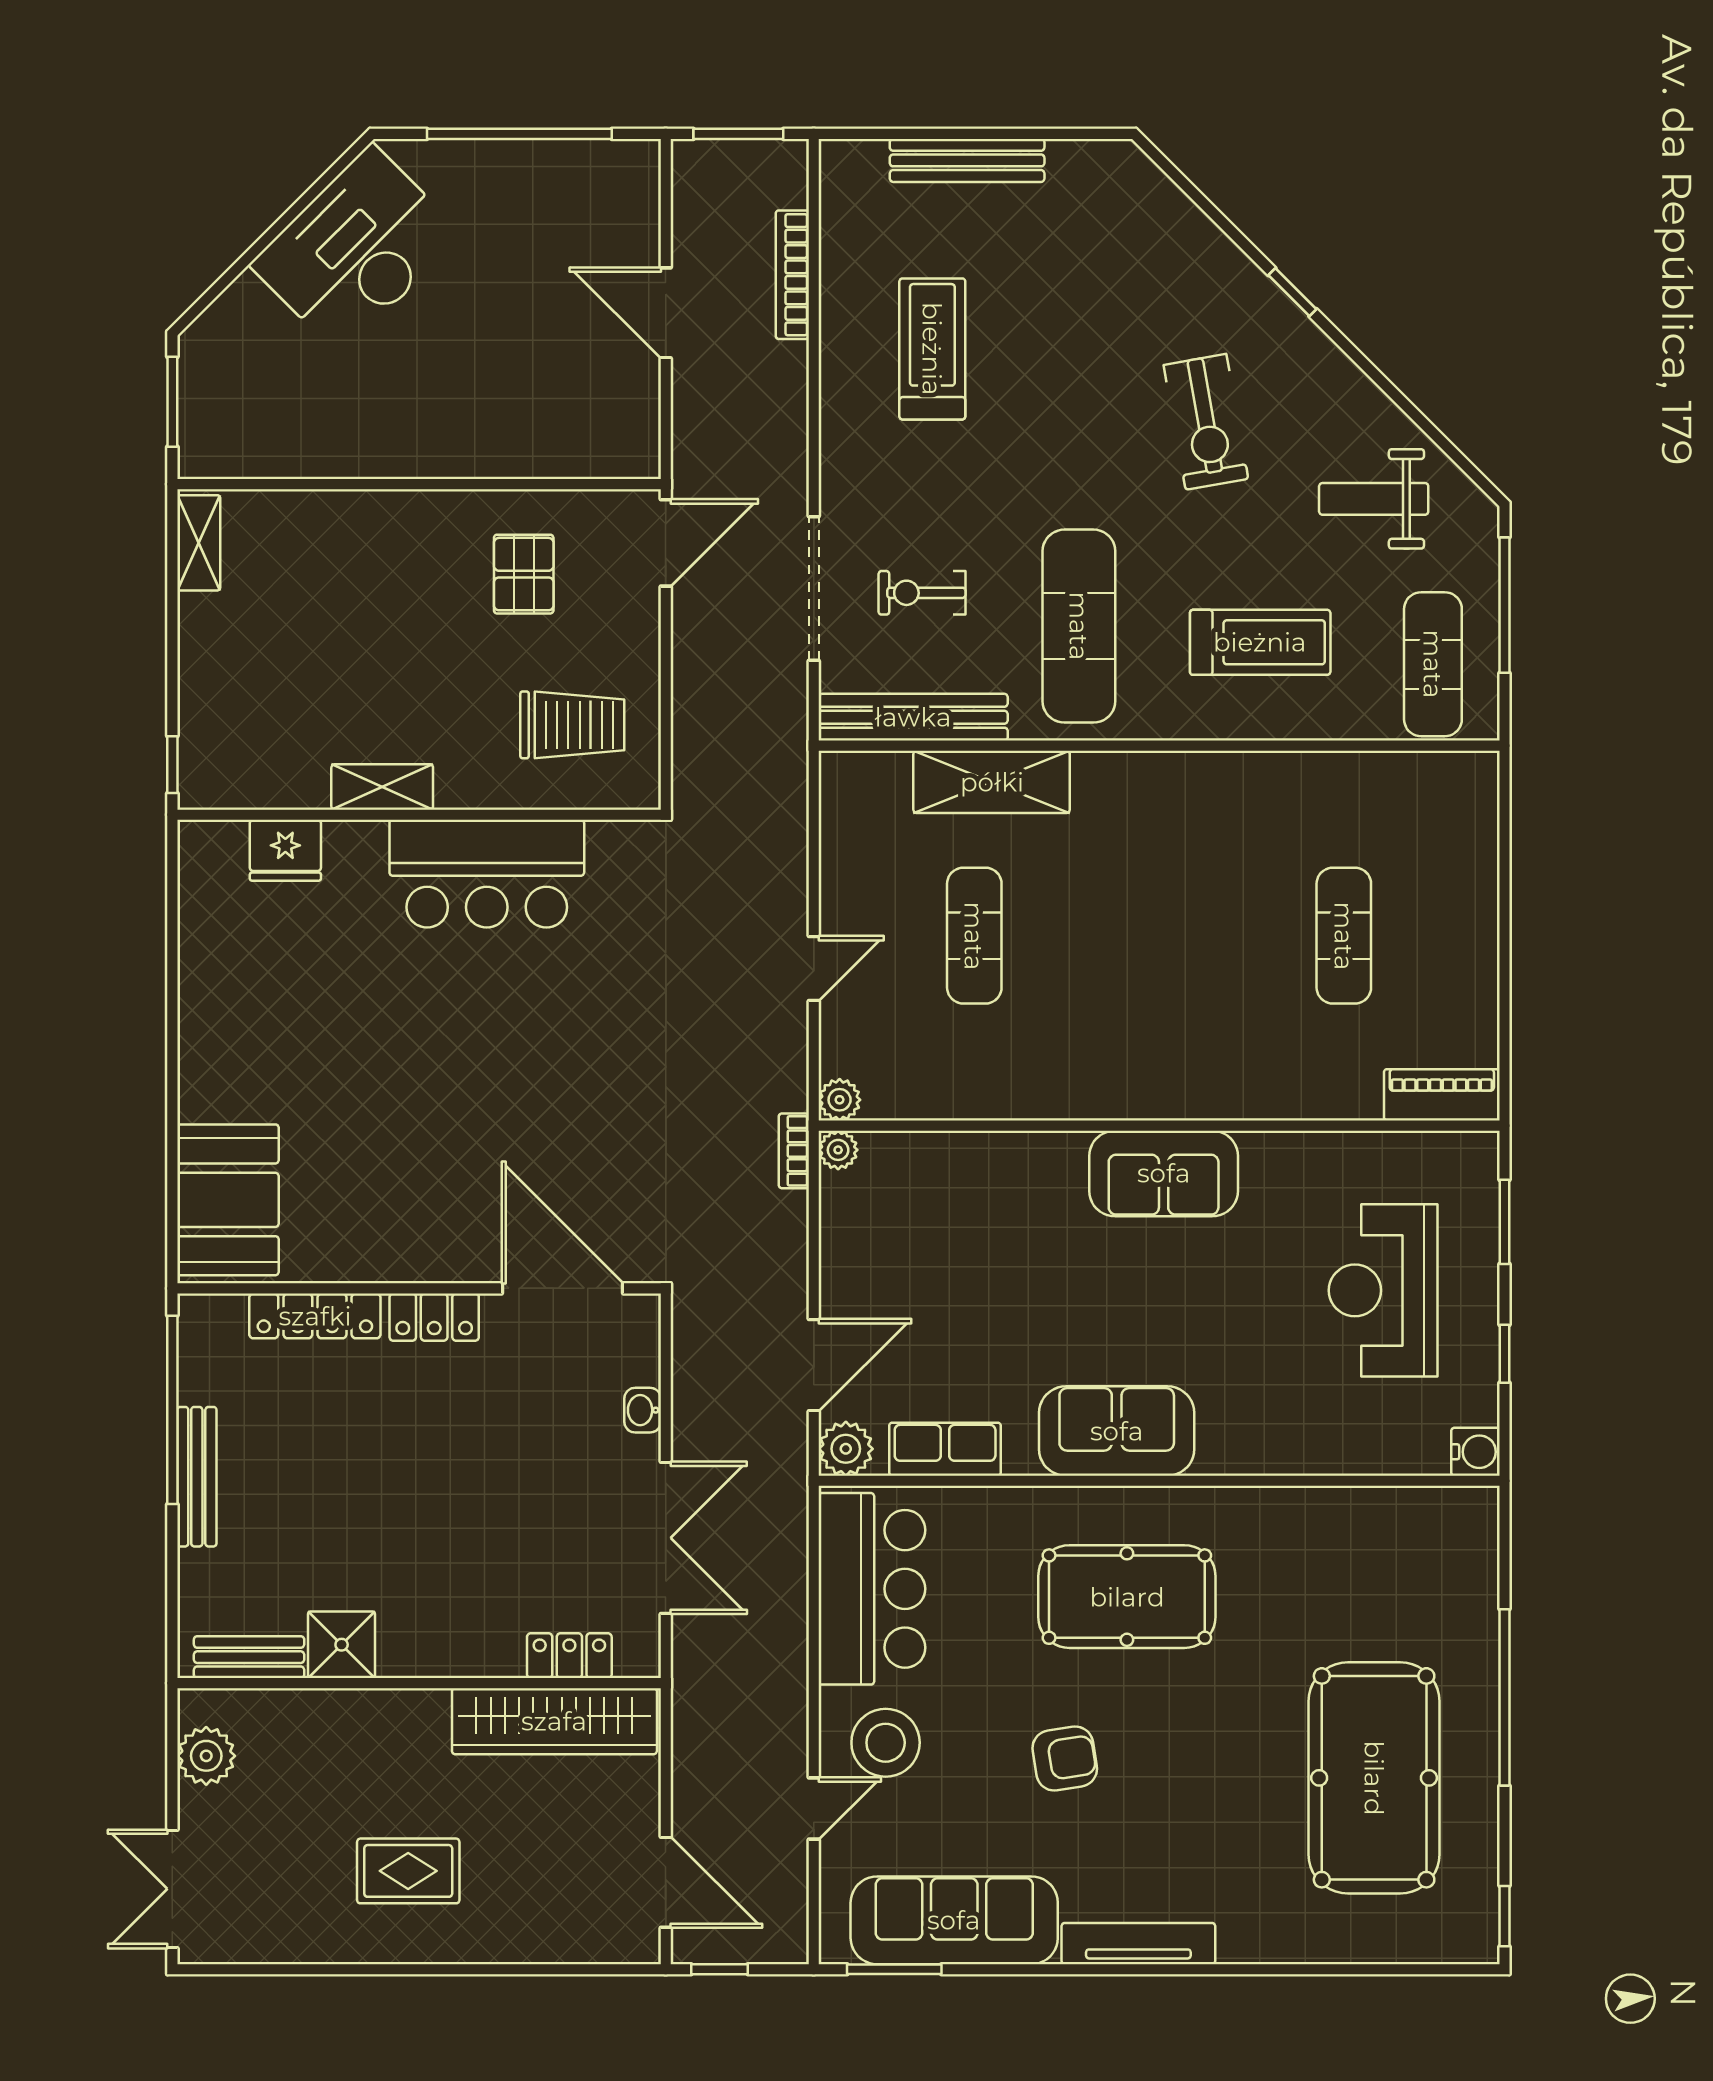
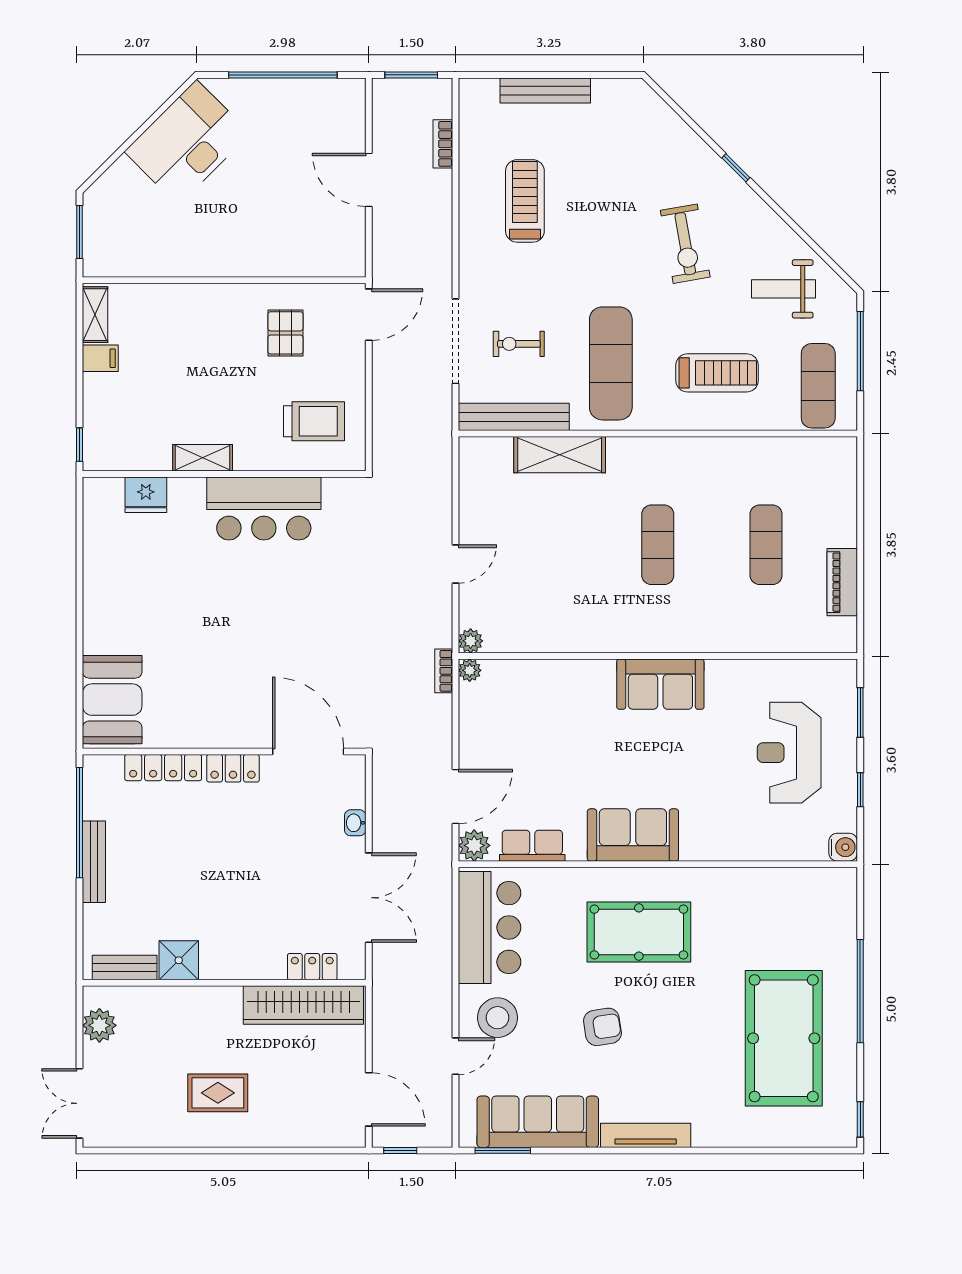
bookcase: (792, 275) -> (443, 144), width x0.64
filing cabinet: (208, 617) -> (100, 358), added
exercise mat: (974, 936) -> (658, 545), moved
piano: (1442, 1095) -> (842, 582), moved, turned -90

